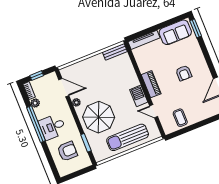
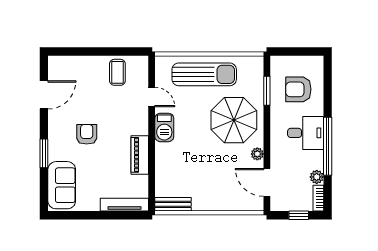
window: (196, 28) -> (44, 153), moved
sofa: (175, 32) -> (62, 185), moved, turned 90
piano: (151, 84) -> (140, 155), moved

